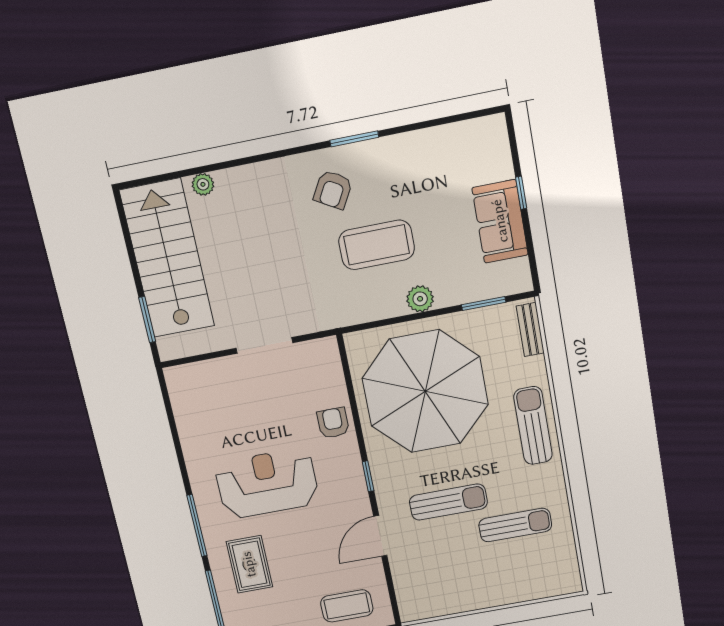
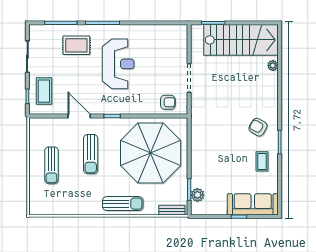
sofa: (500, 221) -> (253, 204), moved, width x1.36
coffee table: (377, 245) -> (262, 161), moved, width x0.54, depth x0.58
plant: (420, 299) -> (197, 195), moved
armchair: (333, 423) -> (168, 102), moved
sun lounger: (515, 525) -> (51, 165), moved

